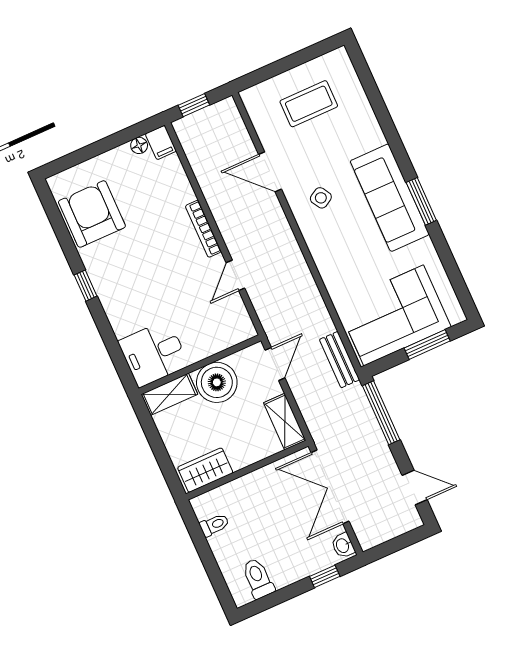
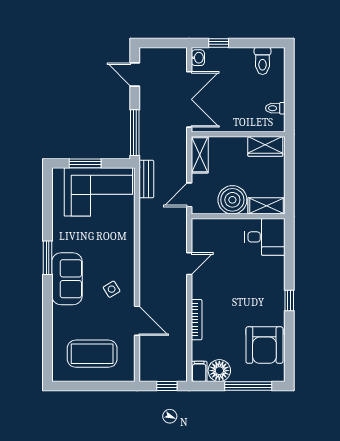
coffee table: (309, 104) -> (92, 354), width x1.36, depth x1.32
floor lamp: (139, 145) -> (219, 371), width x1.89, depth x1.89
window: (89, 152) -> (248, 386), added
sofa: (390, 198) -> (67, 279), width x0.73
bookcase: (203, 229) -> (197, 320), moved

